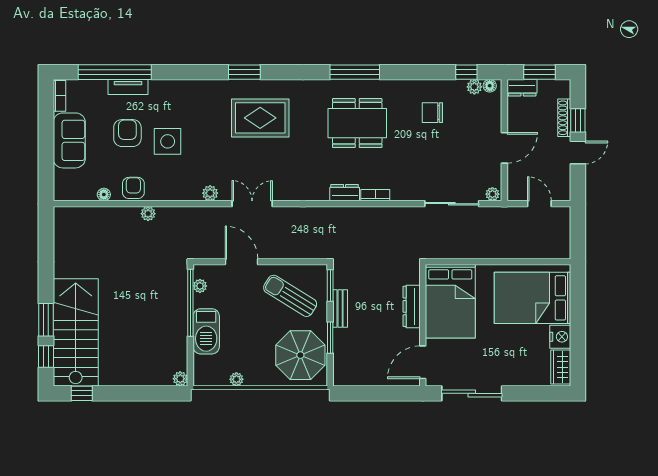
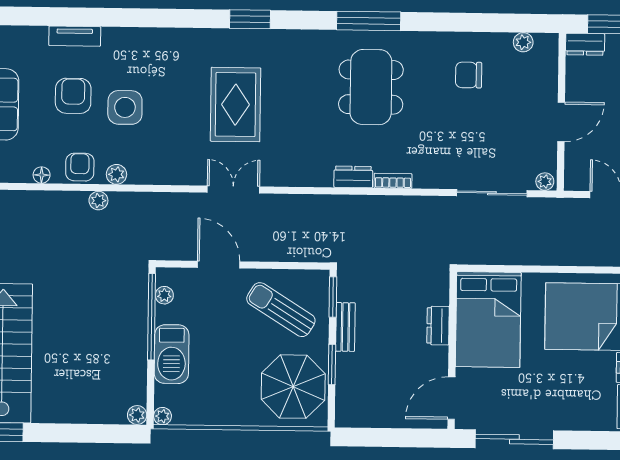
window: (115, 72) -> (58, 17), removed
window: (244, 72) -> (250, 19), moved
window: (466, 72) -> (513, 23), removed
floor lamp: (490, 86) -> (543, 41), removed
rug: (260, 118) -> (236, 105), moved, turned 90
dining table: (357, 123) -> (371, 87), turned 90
plant: (210, 193) -> (116, 174), moved
dresser: (412, 306) -> (438, 326), width x0.70
plant: (236, 379) -> (163, 416), moved

